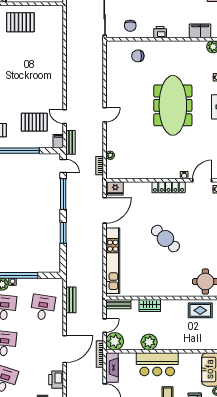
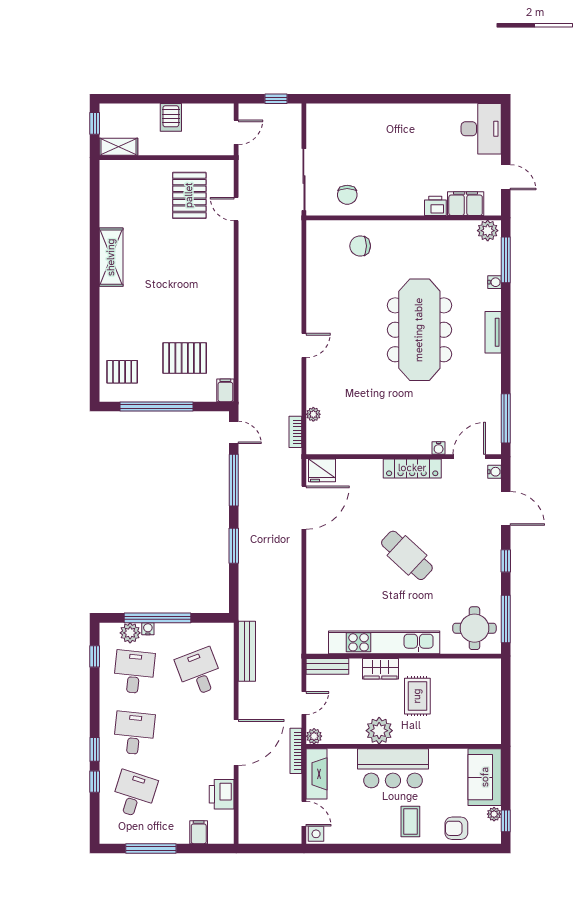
pallet: (20, 22) -> (189, 195), moved, turned 90
printer: (160, 32) -> (435, 206), moved
door: (65, 117) -> (236, 209), moved
bench: (71, 142) -> (246, 392), removed
kitchen unit: (113, 261) -> (384, 642), moved, turned -90
bench: (71, 300) -> (247, 651), width x1.36
desk: (43, 307) -> (199, 672), turned -30
rug: (200, 310) -> (417, 696), moved, turned 90
plant: (115, 341) -> (314, 736), width x0.53, depth x0.53

